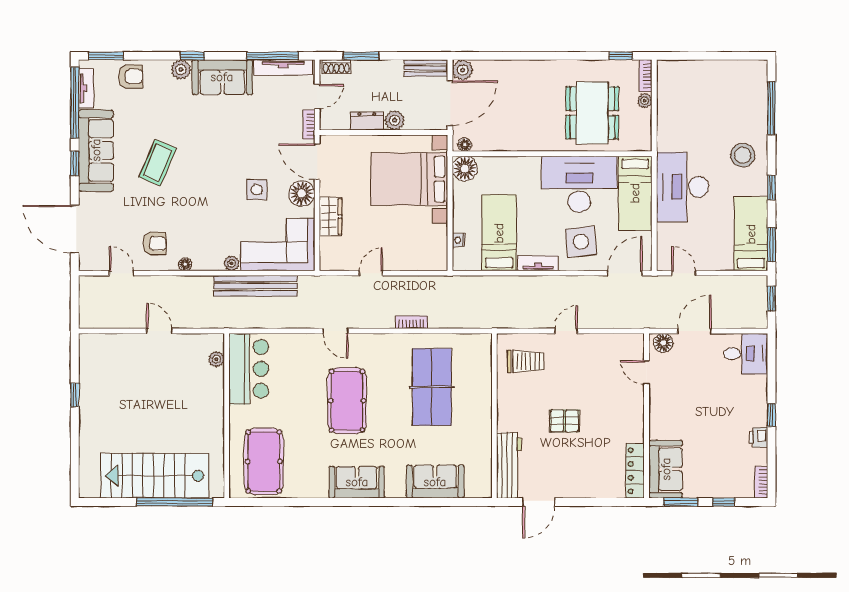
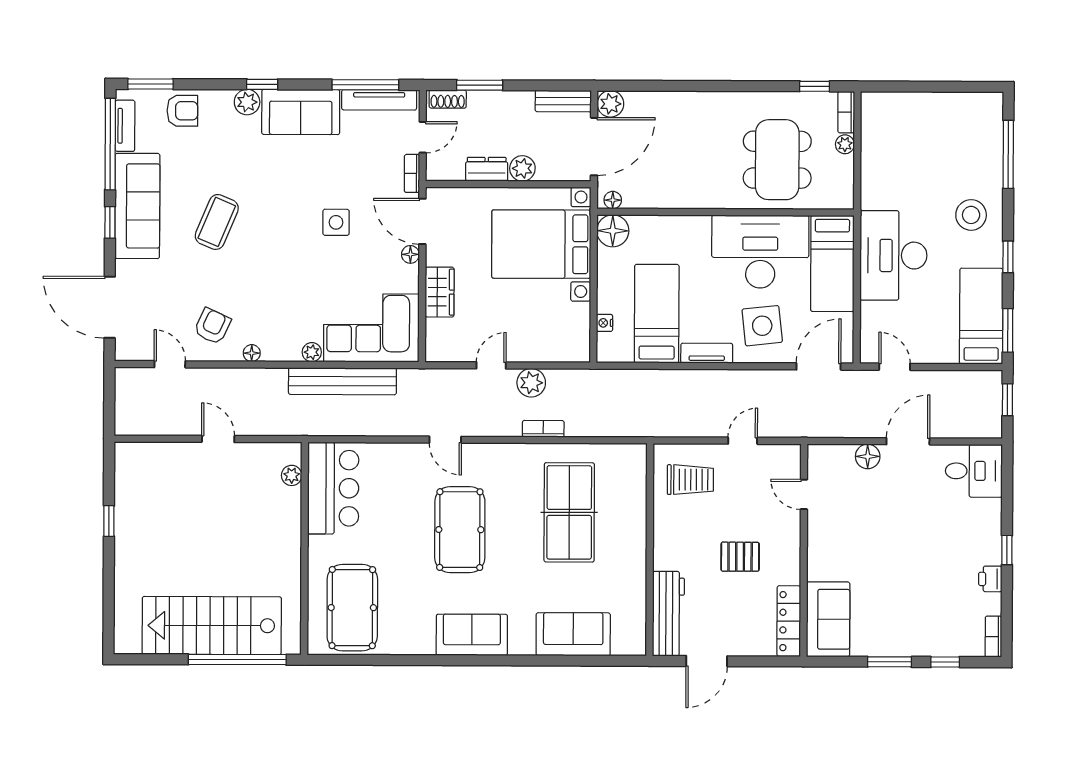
side table: (257, 190) -> (336, 222), moved
floor lamp: (302, 193) -> (410, 254), width x0.53, depth x0.53
armchair: (155, 244) -> (212, 326), turned -65
plant: (402, 287) -> (531, 383), added
door: (647, 372) -> (804, 494), moved
wall: (647, 416) -> (804, 550), moved
sofa: (666, 469) -> (828, 619), moved
locker: (635, 471) -> (789, 621), moved

